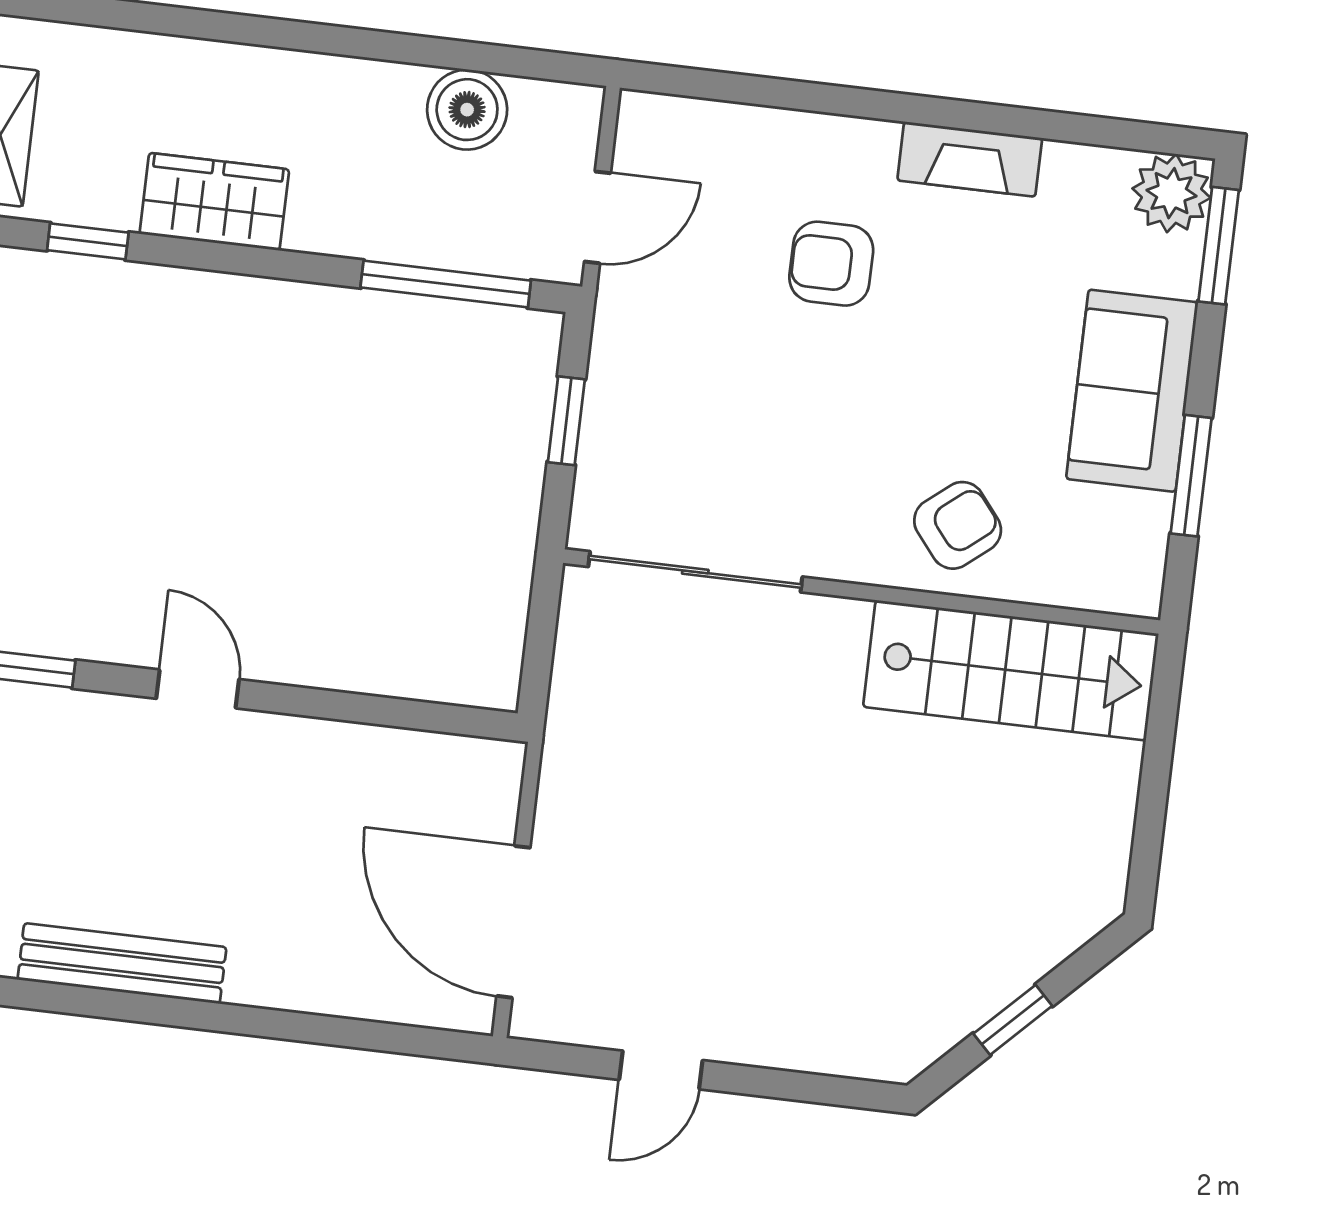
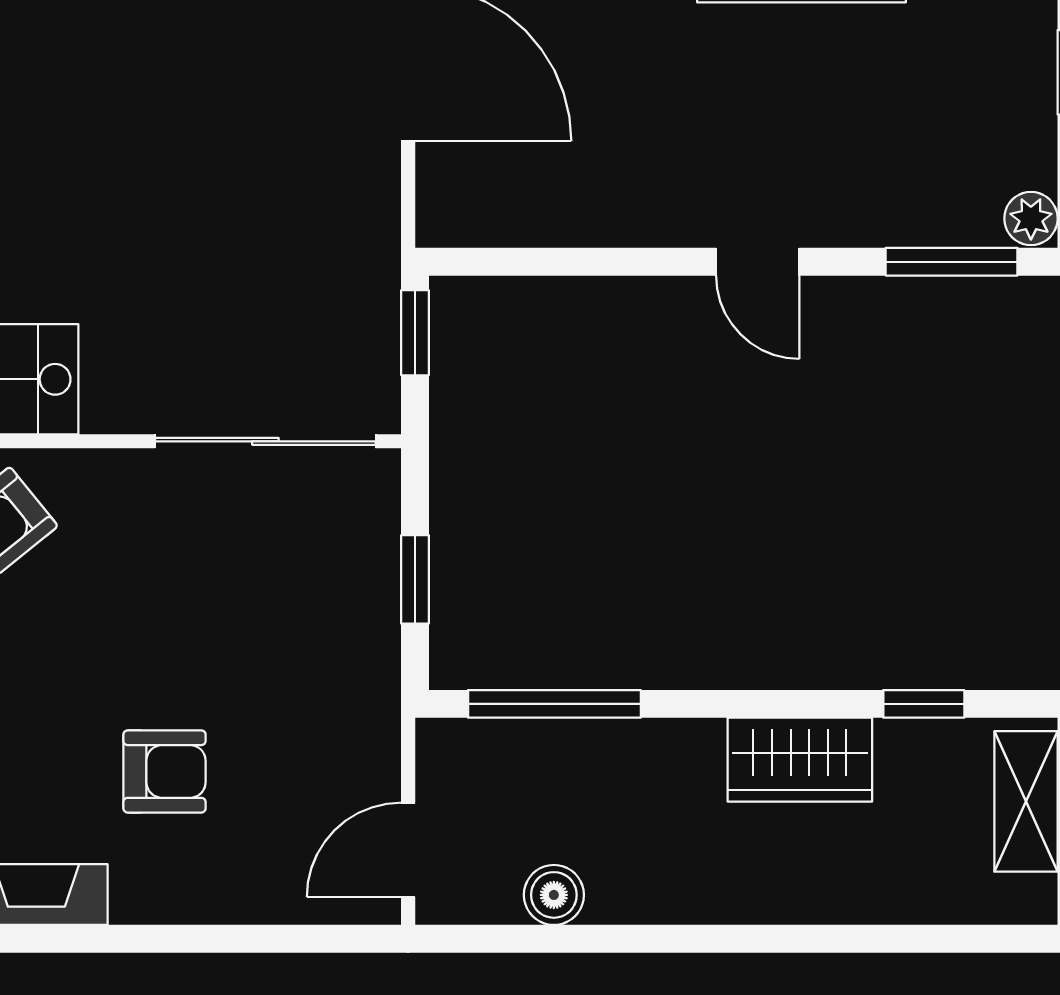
boiler: (467, 110) -> (554, 895), width x0.73, depth x0.73
door: (597, 217) -> (408, 850), moved
window: (538, 660) -> (415, 333), added

